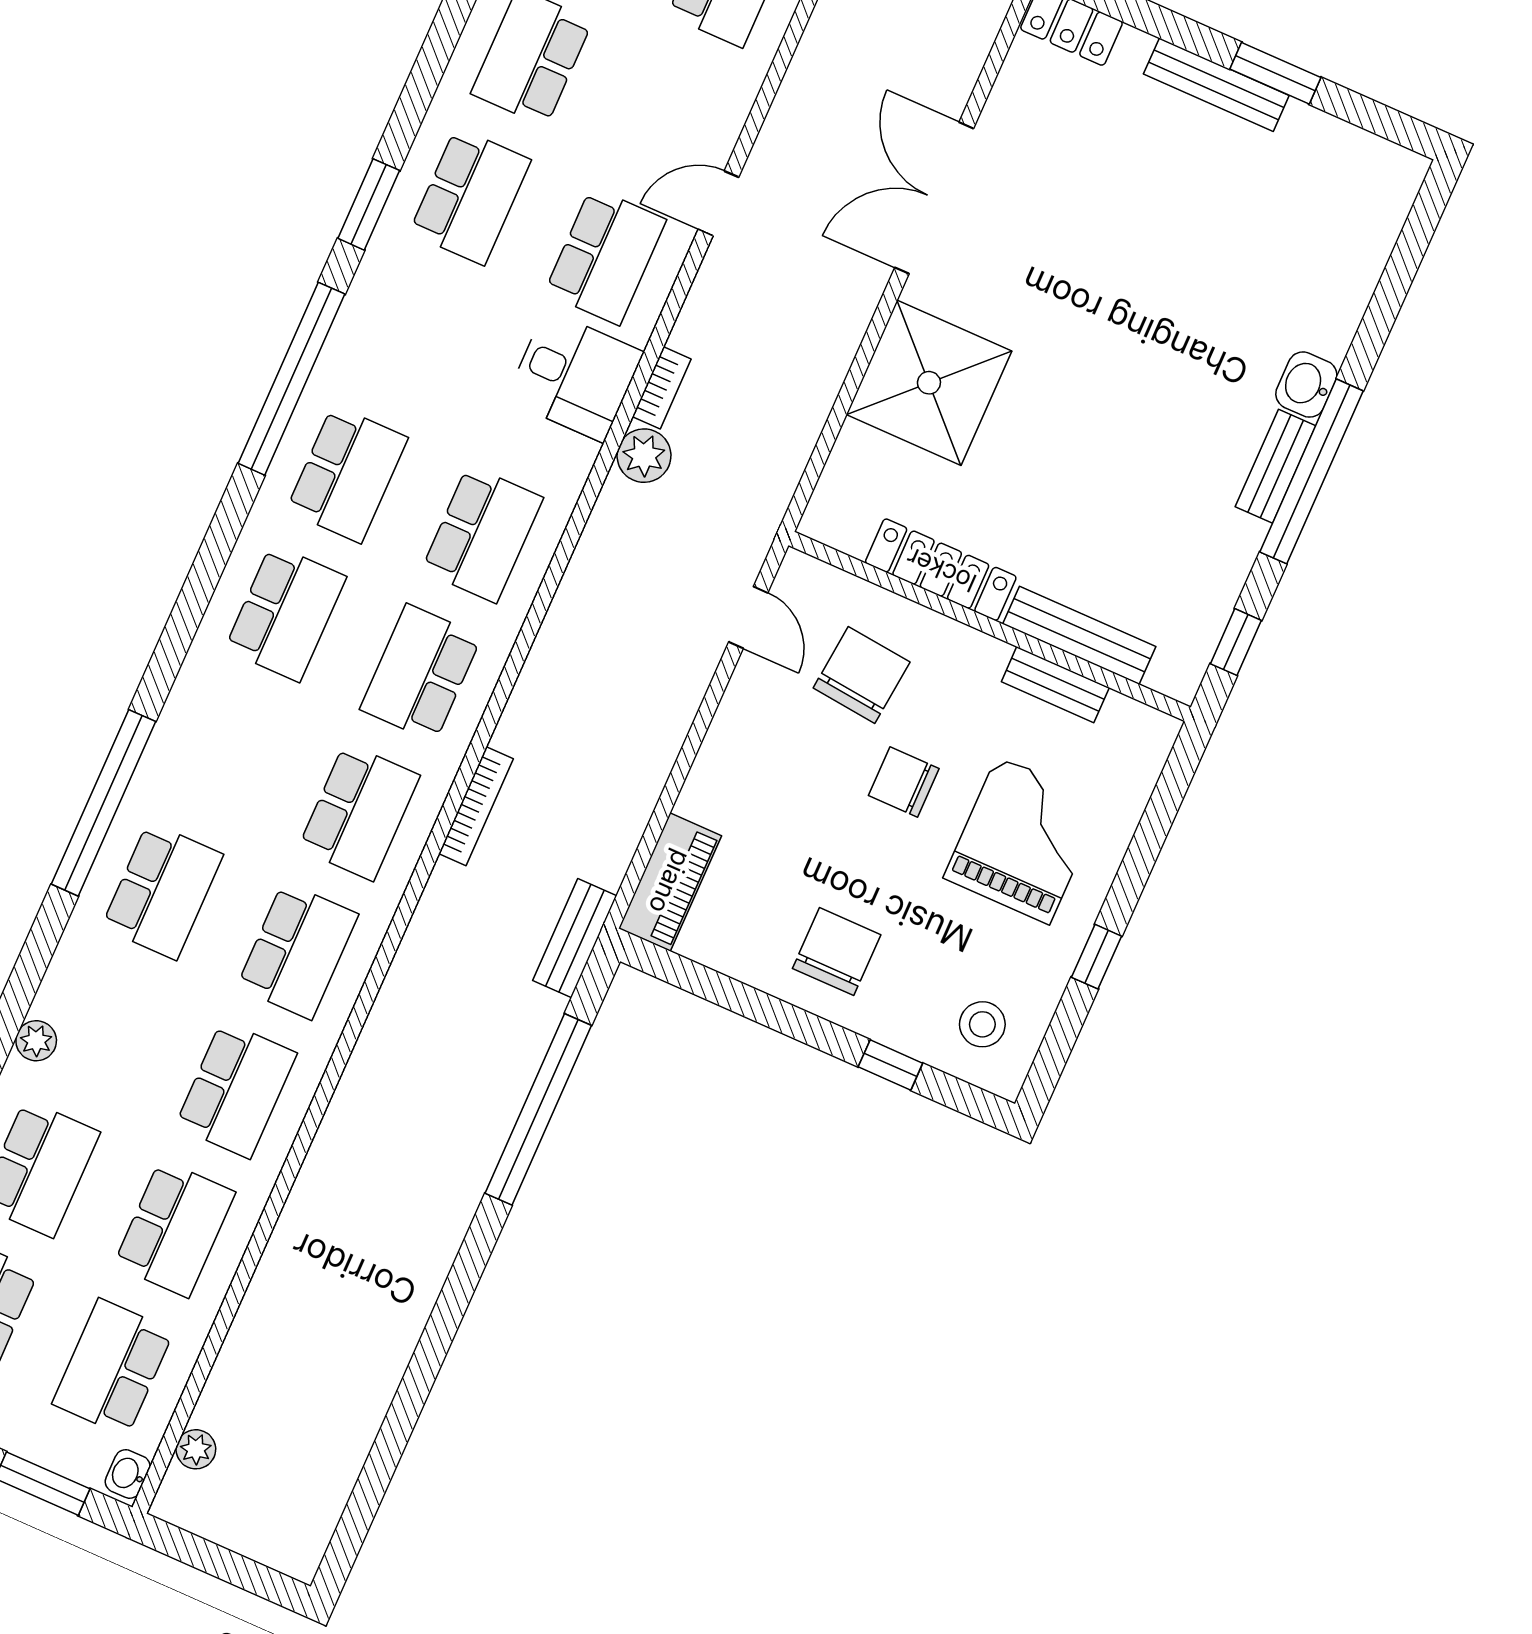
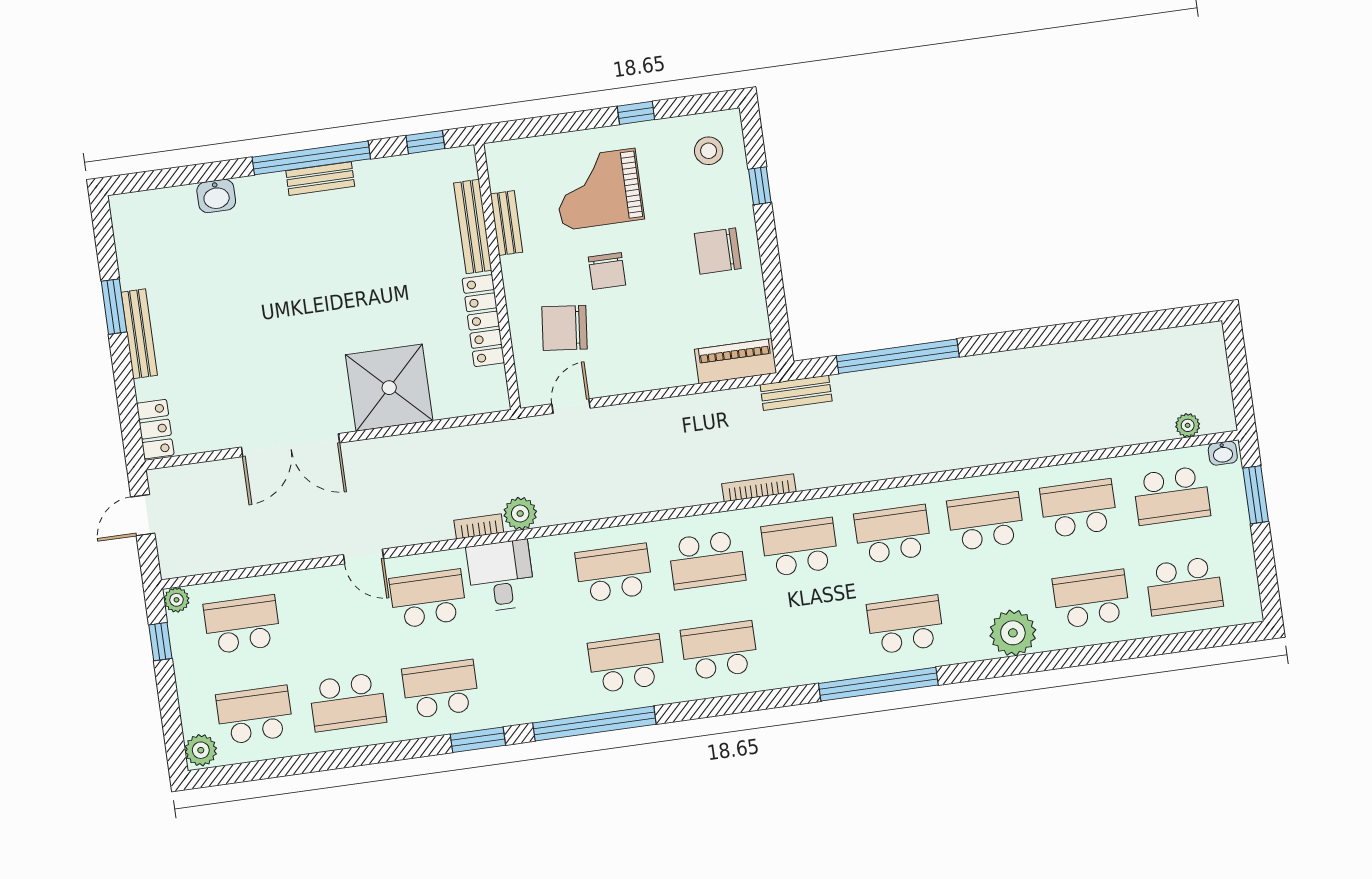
washbasin: (1306, 385) -> (216, 196), moved
plant: (36, 1041) -> (1013, 633), width x1.87, depth x1.87

